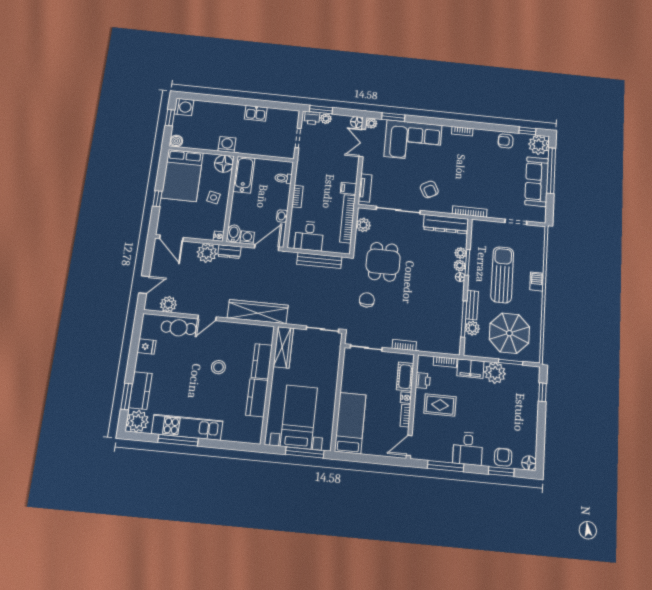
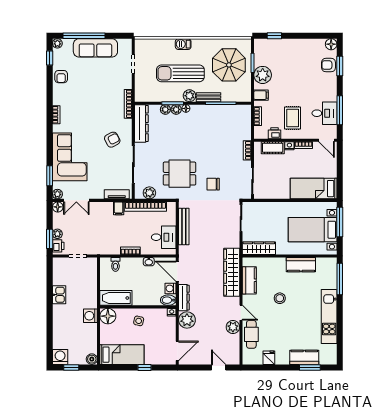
plant: (539, 145) -> (57, 43), width x0.53, depth x0.53
bed: (182, 175) -> (122, 355), width x0.67
dresser: (229, 252) -> (184, 298), width x1.44
plant: (168, 304) -> (233, 327), moved
plant: (472, 328) -> (189, 96), moved
kitchen counter: (262, 361) -> (249, 280), moved, turned -90
filing cabinet: (471, 369) -> (261, 95), width x0.50
plant: (138, 421) -> (328, 356), removed
window: (178, 440) -> (340, 279), moved
desk: (468, 449) -> (324, 113), moved

